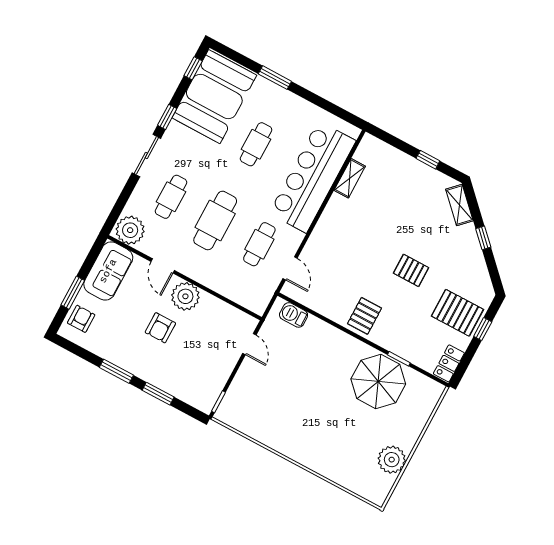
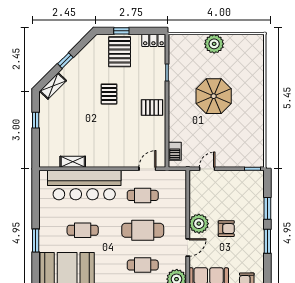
parasol: (378, 381) -> (214, 96), moved
plant: (392, 460) -> (214, 44), moved

